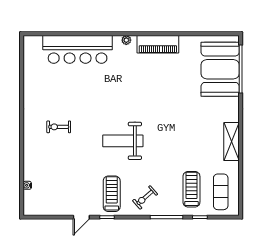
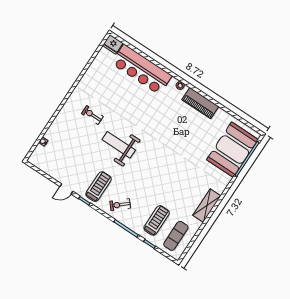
fridge: (33, 43) -> (113, 44), added
weight bench: (123, 141) -> (119, 145), moved

